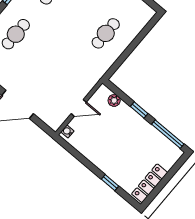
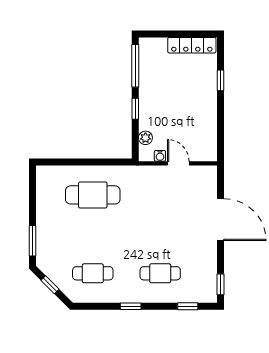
cafe table: (106, 33) -> (93, 195), width x1.37, depth x1.35
water cooler: (67, 131) -> (160, 156), moved

